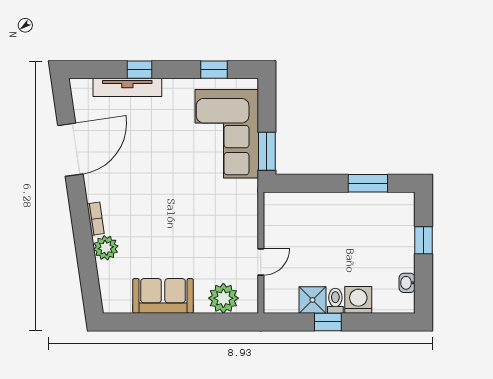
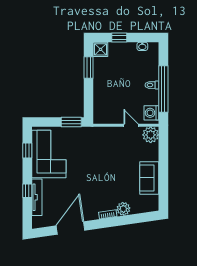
corner sofa: (227, 134) -> (49, 154), moved, turned -90
door: (70, 150) -> (70, 228), hinge flipped
plant: (223, 298) -> (151, 135), moved
shower: (313, 300) -> (100, 49), moved
washing machine: (358, 300) -> (151, 113), moved
window: (328, 322) -> (163, 89), width x3.17

